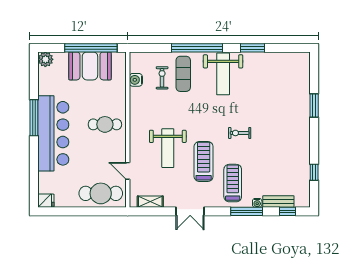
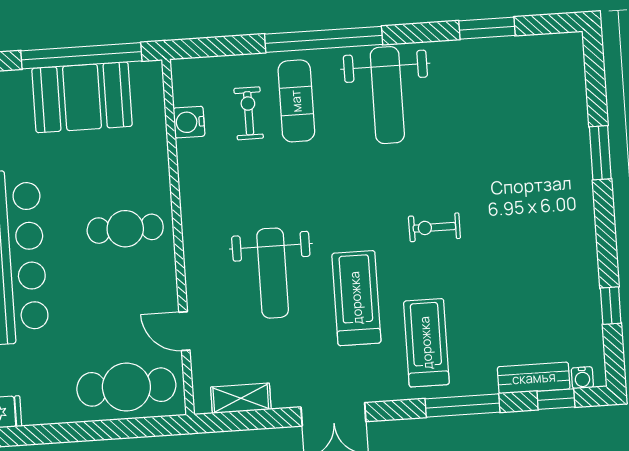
window: (252, 48) -> (487, 28), moved
water cooler: (257, 203) -> (582, 378), moved

